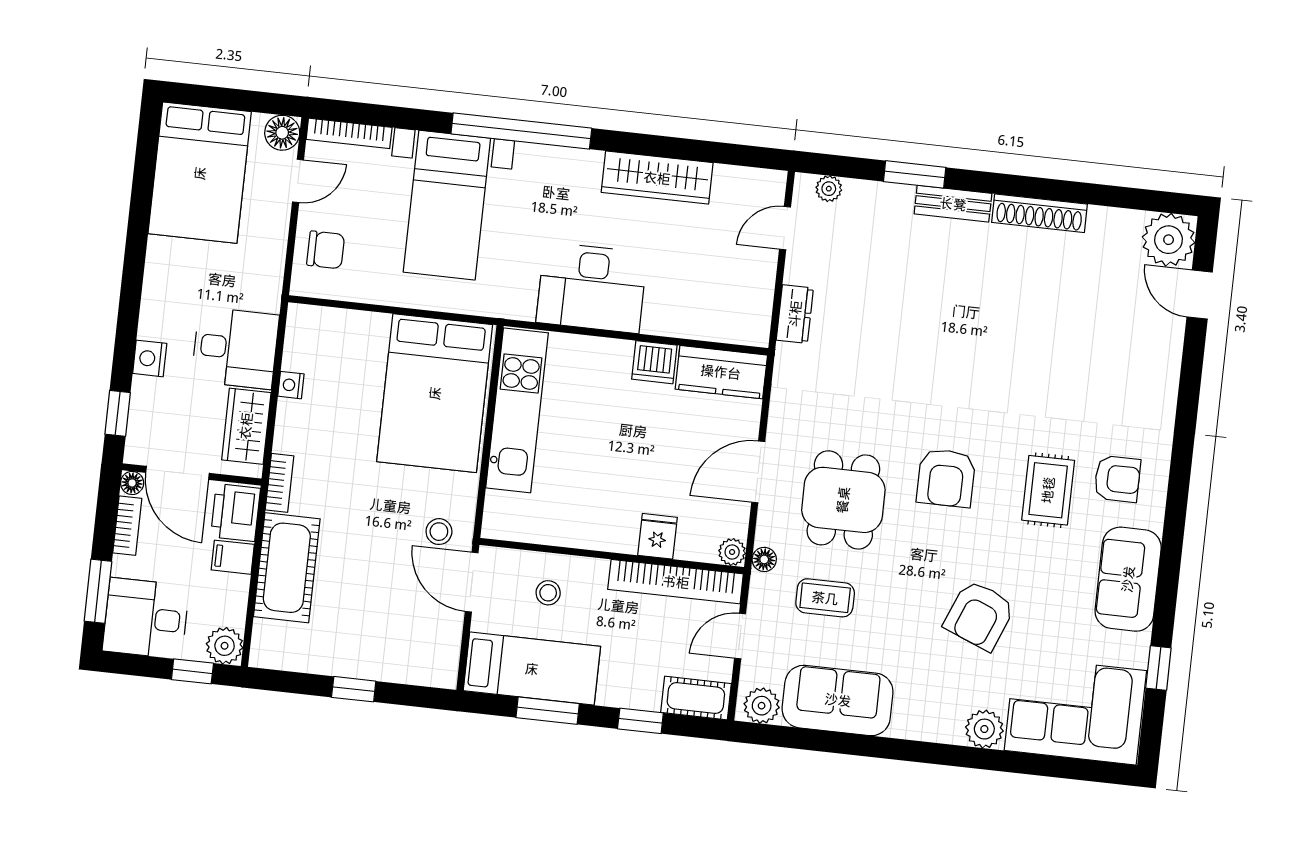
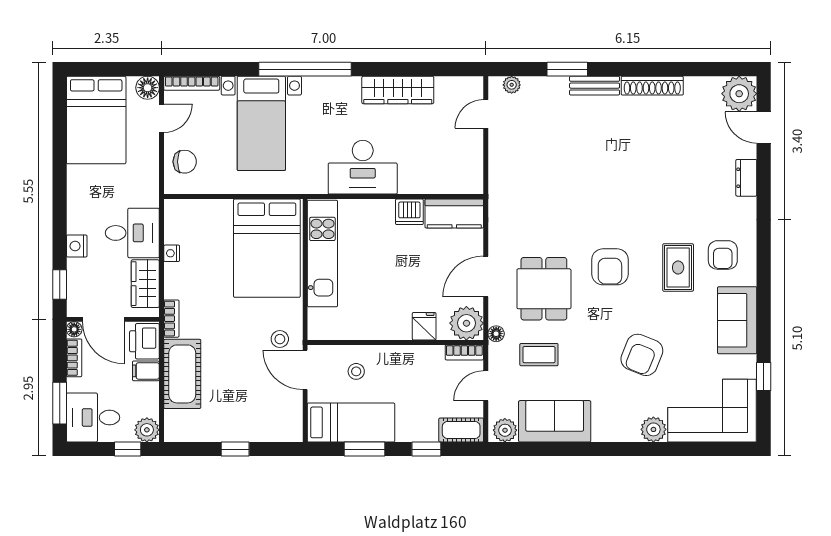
dresser: (795, 314) -> (746, 178), moved, turned 180
armchair: (1117, 479) -> (723, 255), turned 90
plant: (732, 552) -> (466, 323), width x1.88, depth x1.88
bookcase: (676, 582) -> (464, 352), width x0.43, depth x0.76

